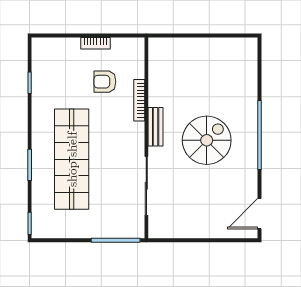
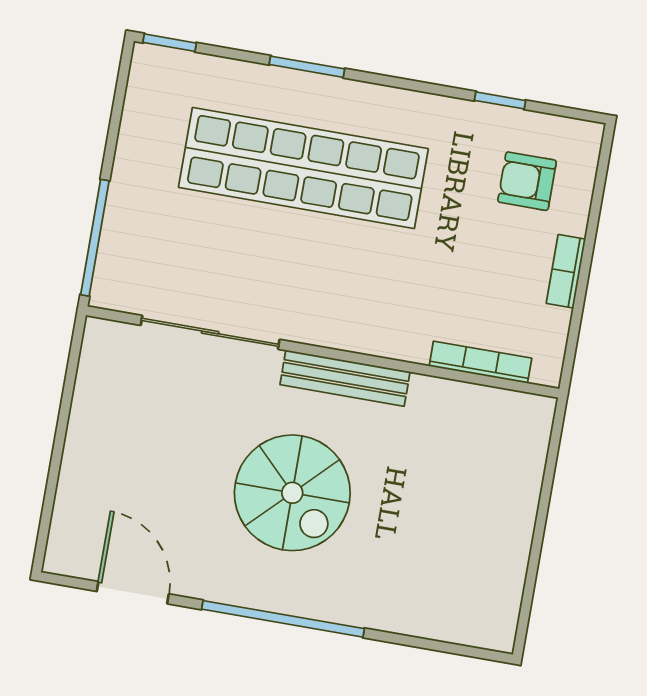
armchair: (105, 82) -> (527, 181), moved, turned -90
bookcase: (139, 100) -> (480, 362), moved
bench: (156, 127) -> (345, 378), width x1.36
door: (259, 214) -> (133, 593), moved

